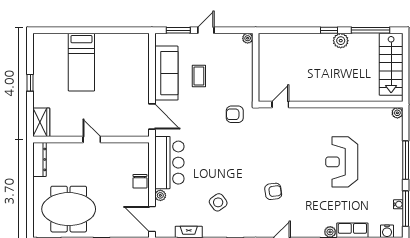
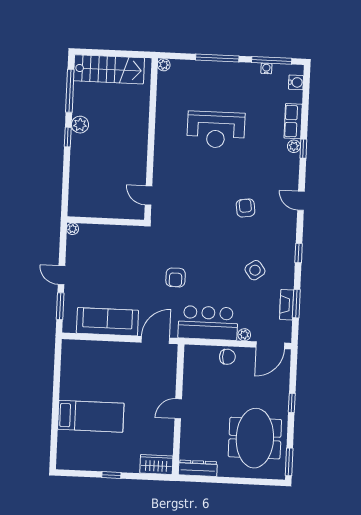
coffee table: (199, 76) -> (112, 285), removed
armchair: (235, 114) -> (176, 277), moved

